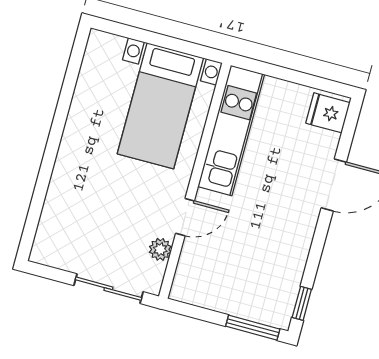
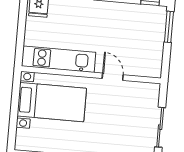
plant: (160, 249) -> (134, 88), removed
sliding door: (108, 289) -> (160, 127), moved

